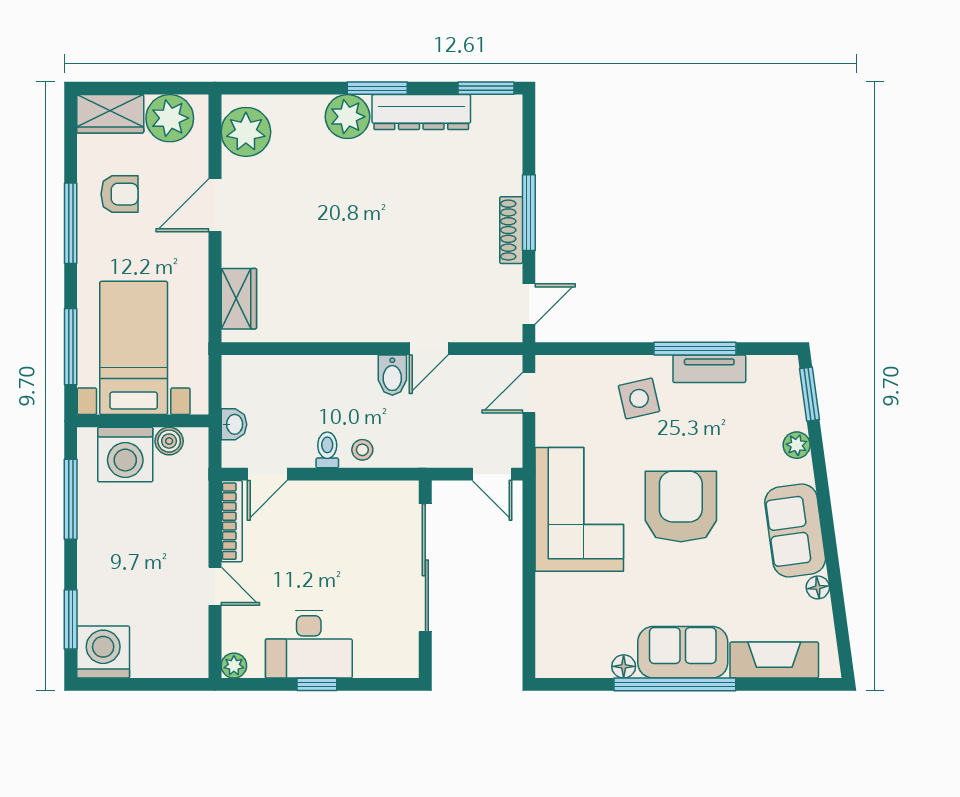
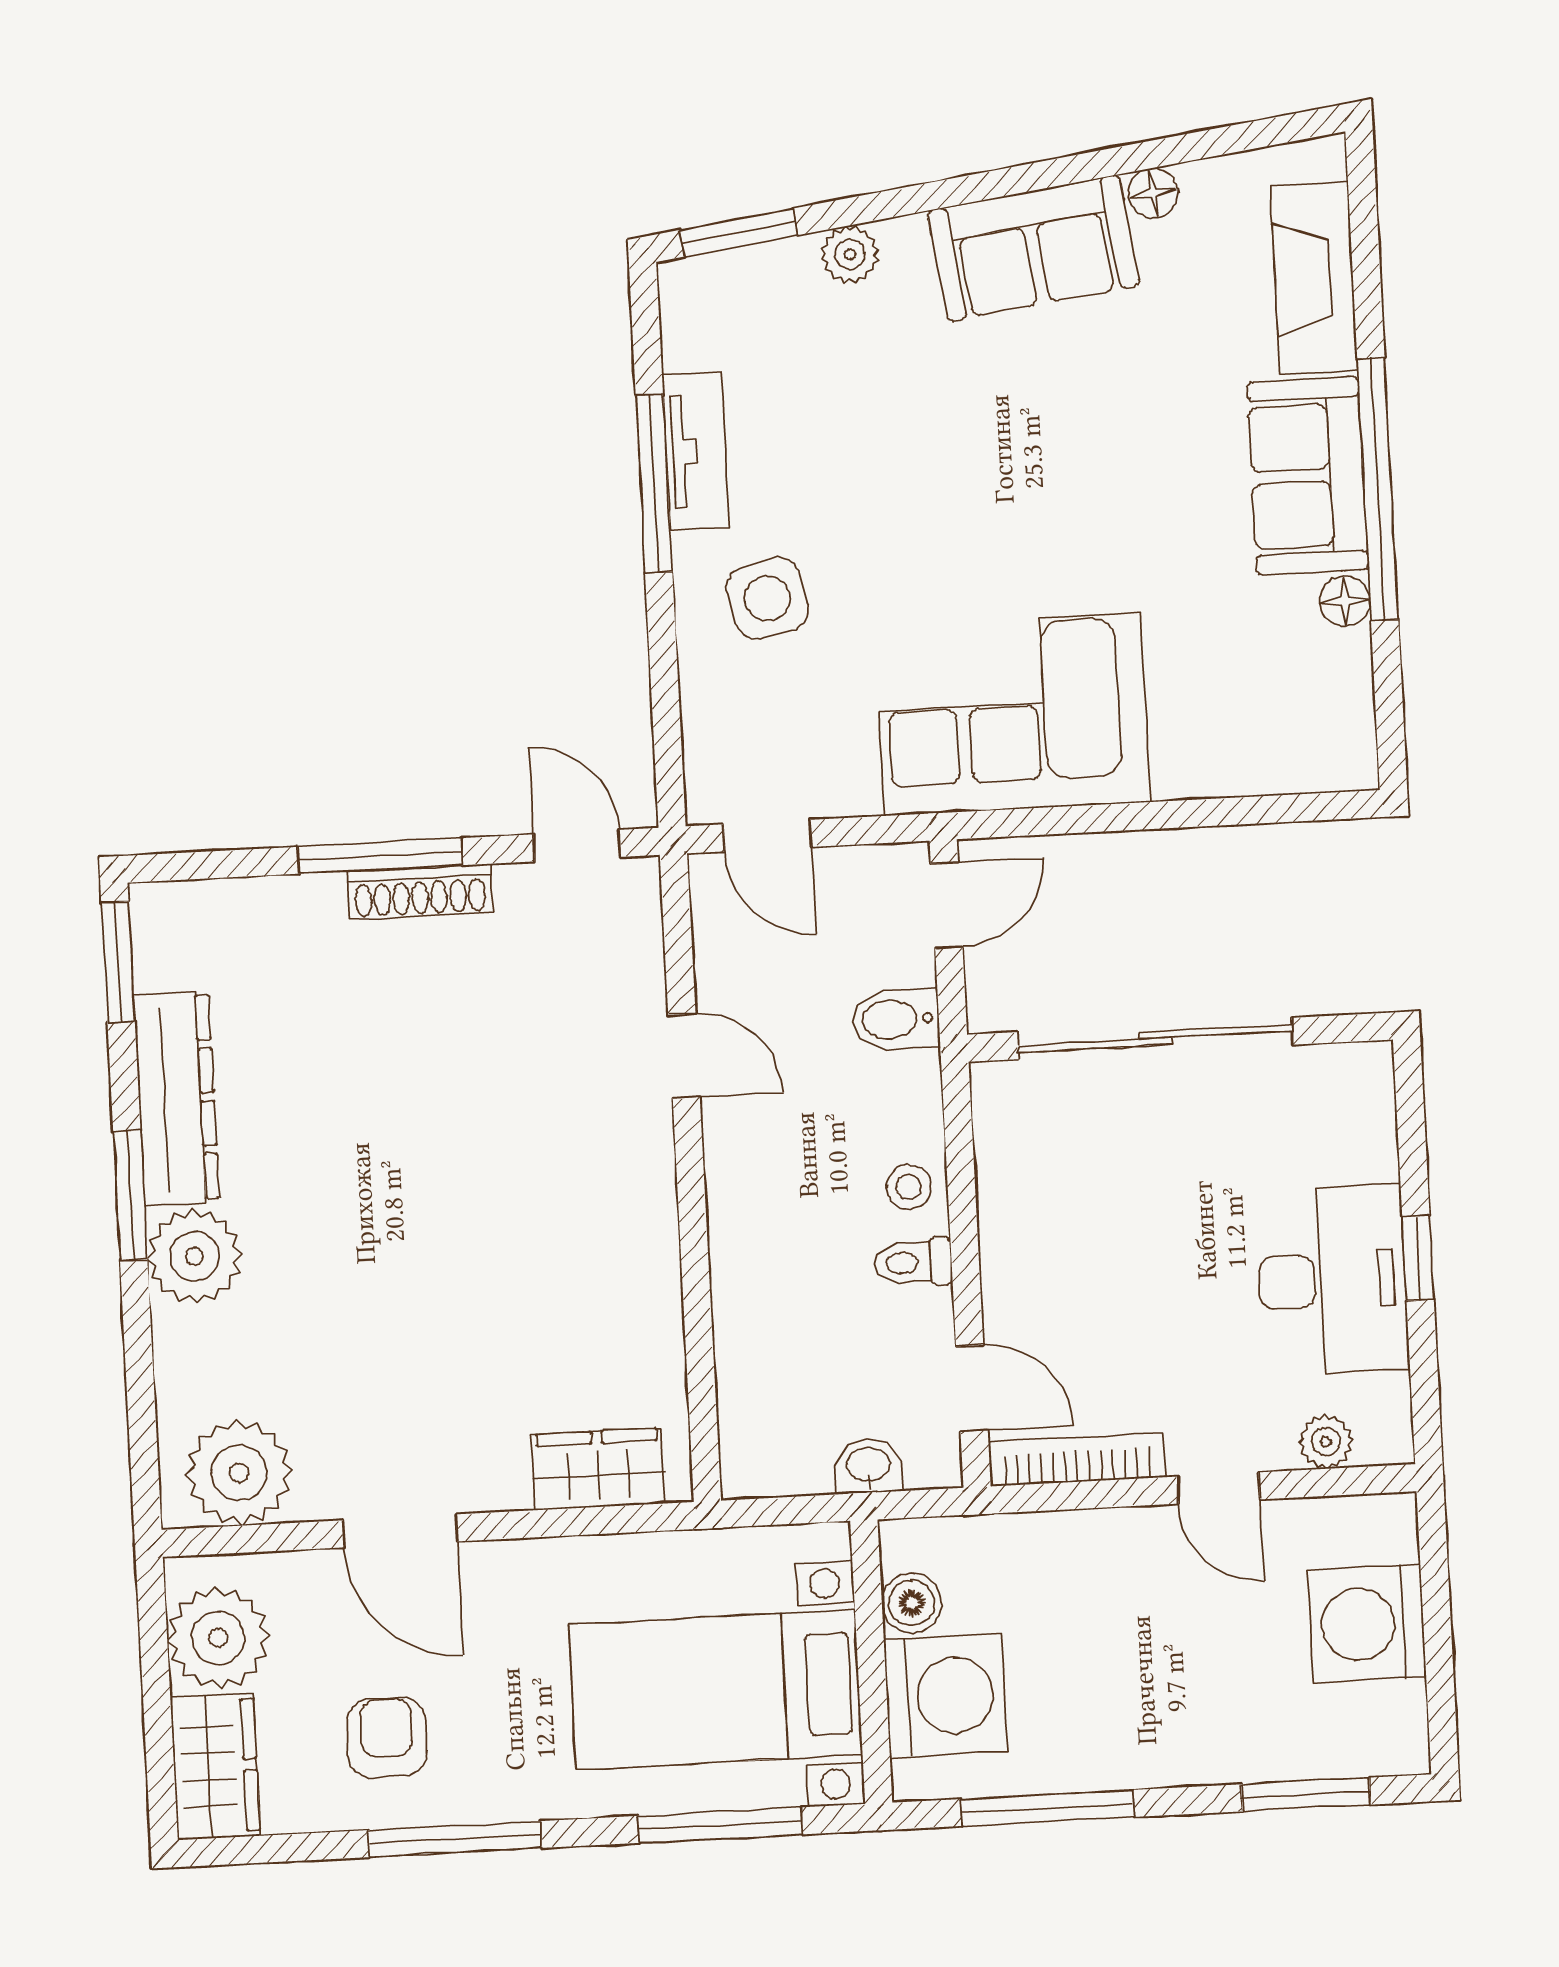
bidet: (392, 375) -> (895, 1019), moved, turned 180
armchair: (681, 507) -> (995, 496), removed
door: (215, 586) -> (1218, 1488), swing flipped
washing machine: (103, 652) -> (1367, 1624), moved
plant: (234, 666) -> (1326, 1442), moved

